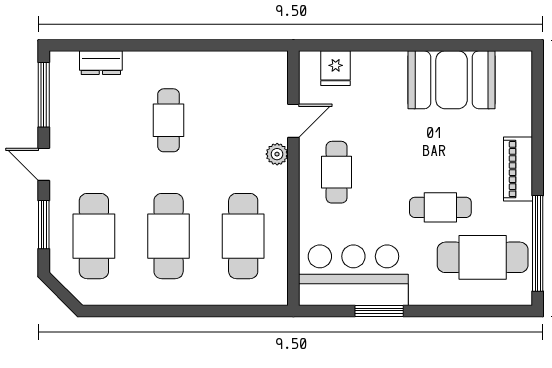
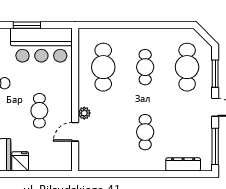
dresser: (101, 63) -> (183, 164), width x1.44
fridge: (336, 68) -> (20, 161), moved
cafe table: (337, 172) -> (39, 111), moved
cafe table: (169, 236) -> (145, 67), width x0.73, depth x0.74

